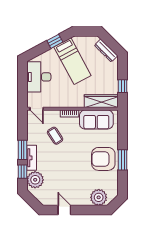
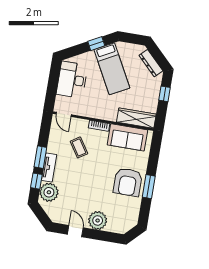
window: (123, 86) -> (165, 94), moved
armchair: (103, 159) -> (128, 182), turned -90
plant: (99, 197) -> (98, 221), moved

